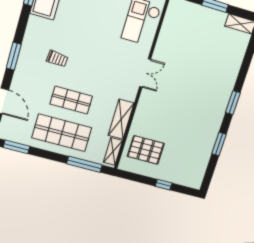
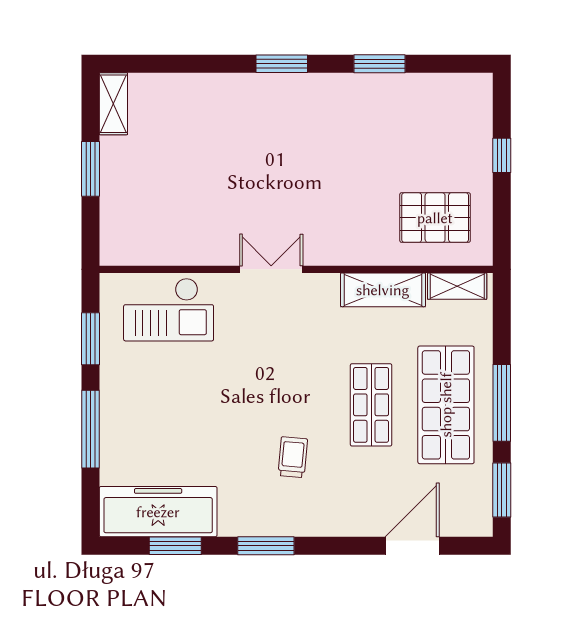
window: (14, 56) -> (266, 546), moved
pallet: (146, 150) -> (435, 218), turned 90
window: (84, 164) -> (502, 403), moved

